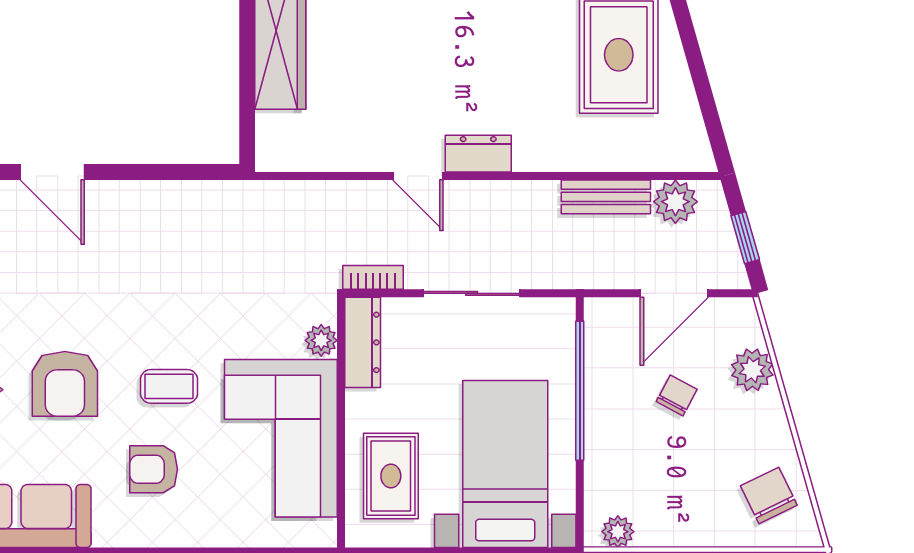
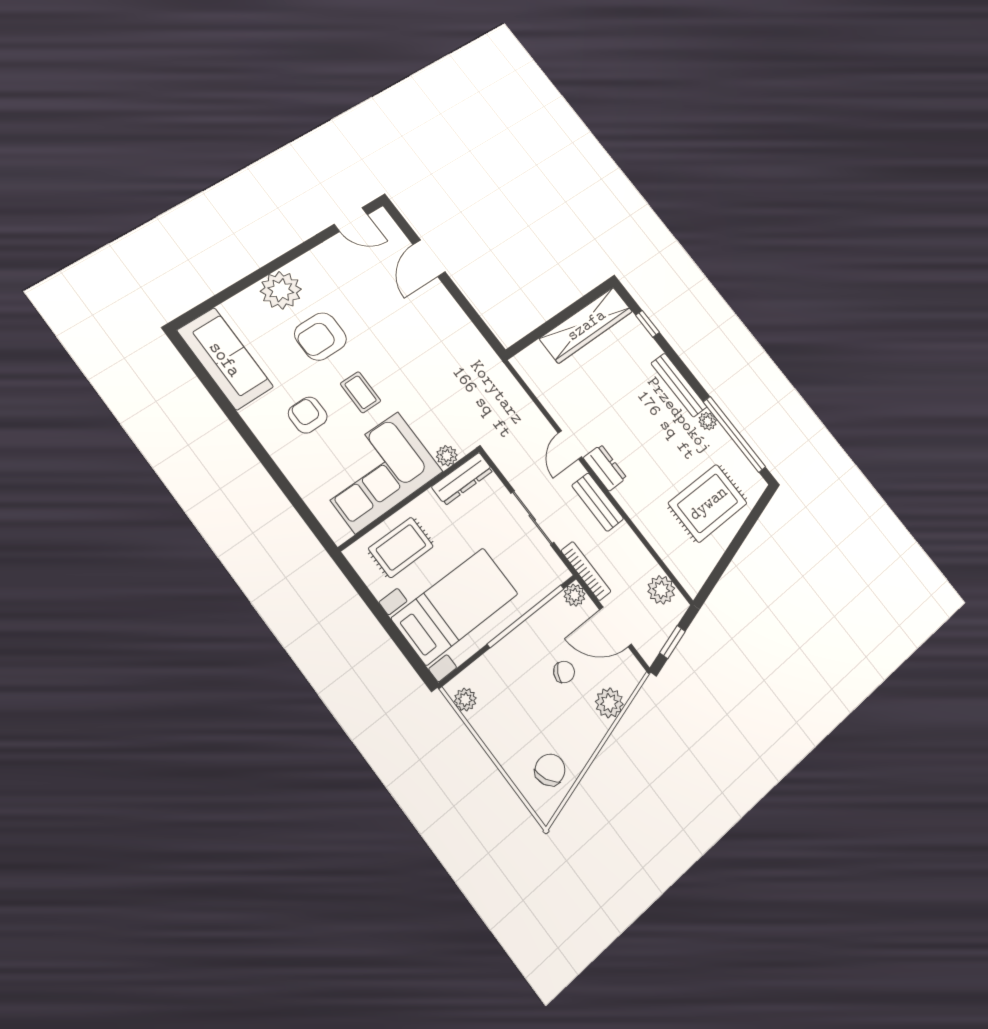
bench: (606, 197) -> (598, 502), moved
bookcase: (373, 277) -> (586, 571), moved, width x1.56
plant: (600, 314) -> (575, 595), added

